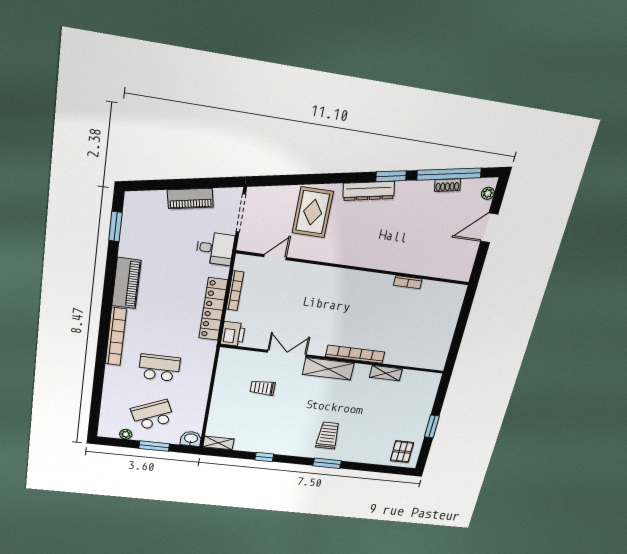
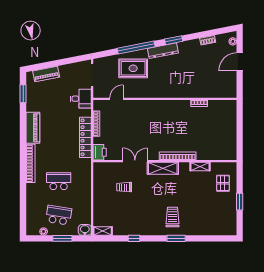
window: (449, 174) -> (136, 48), moved
piano: (190, 198) -> (46, 74), moved
rug: (313, 212) -> (133, 68), turned 90
school desk: (153, 415) -> (59, 215), turned 33
pallet: (402, 452) -> (223, 183), moved

